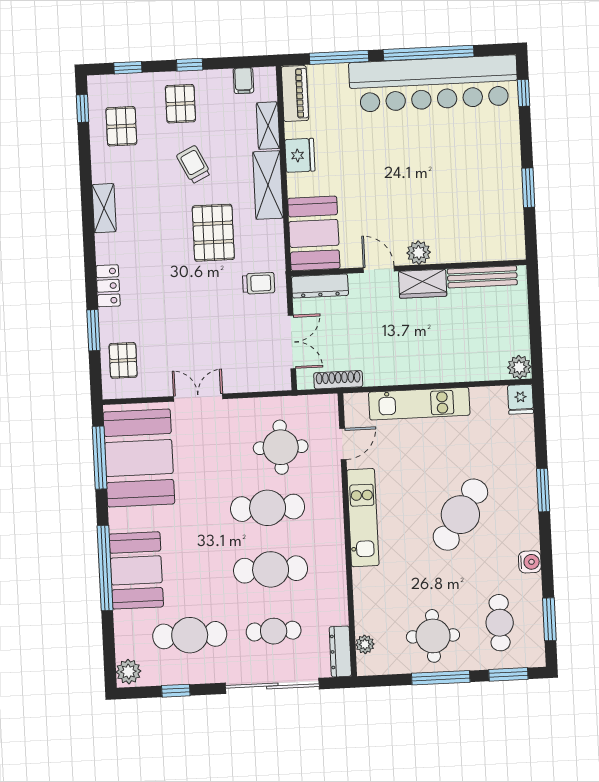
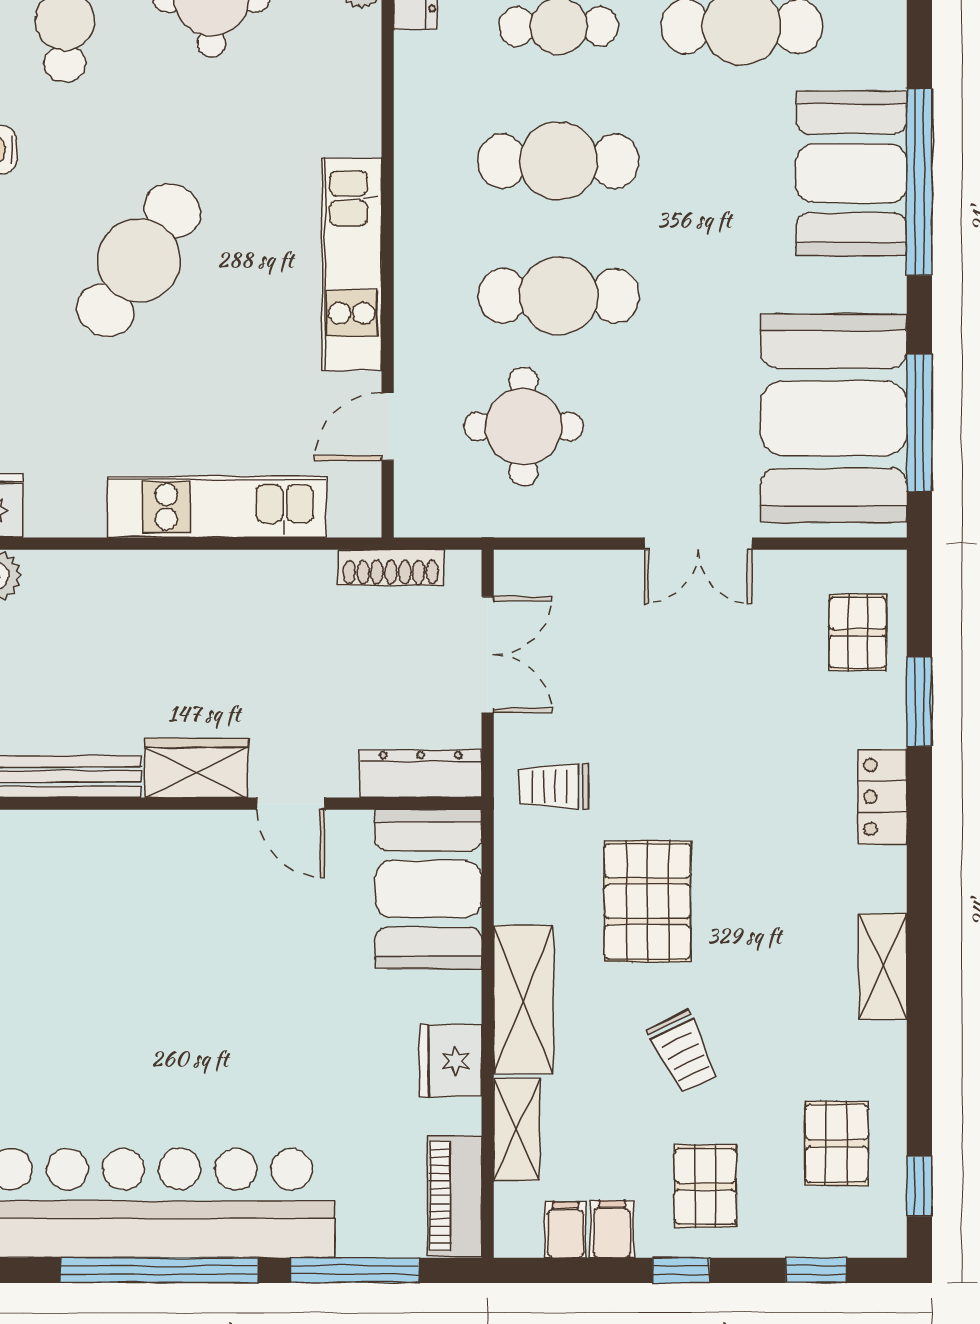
filing cabinet: (222, 82) -> (612, 1229), added
plant: (419, 253) -> (202, 836), removed
double door: (292, 342) -> (488, 655), swing flipped

